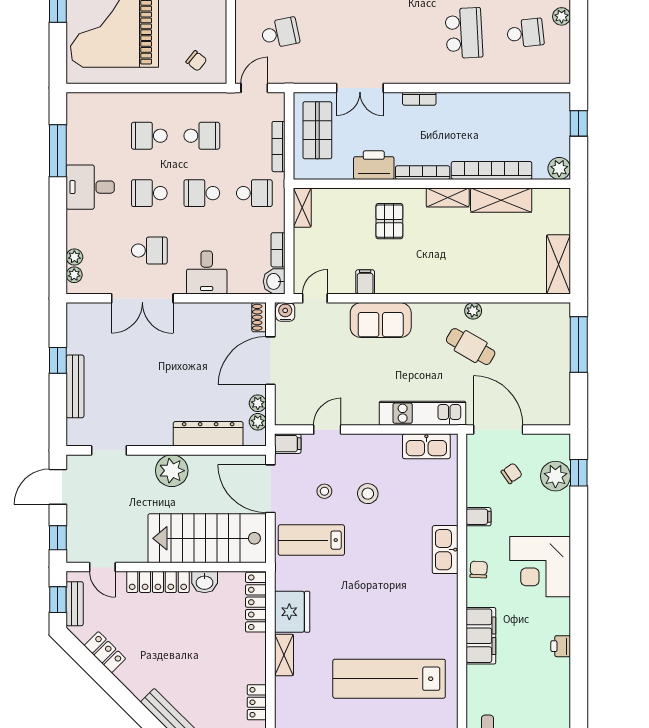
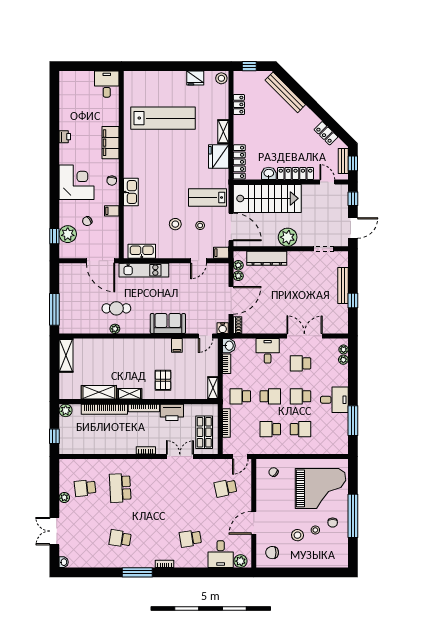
school desk: (149, 193) -> (300, 396), turned 180
cafe table: (471, 347) -> (116, 308), turned -30
chair: (512, 473) -> (87, 221), moved
lab bench: (311, 540) -> (208, 197), turned 180

